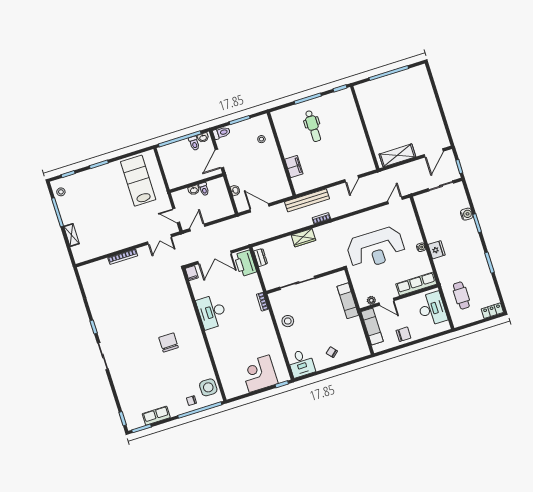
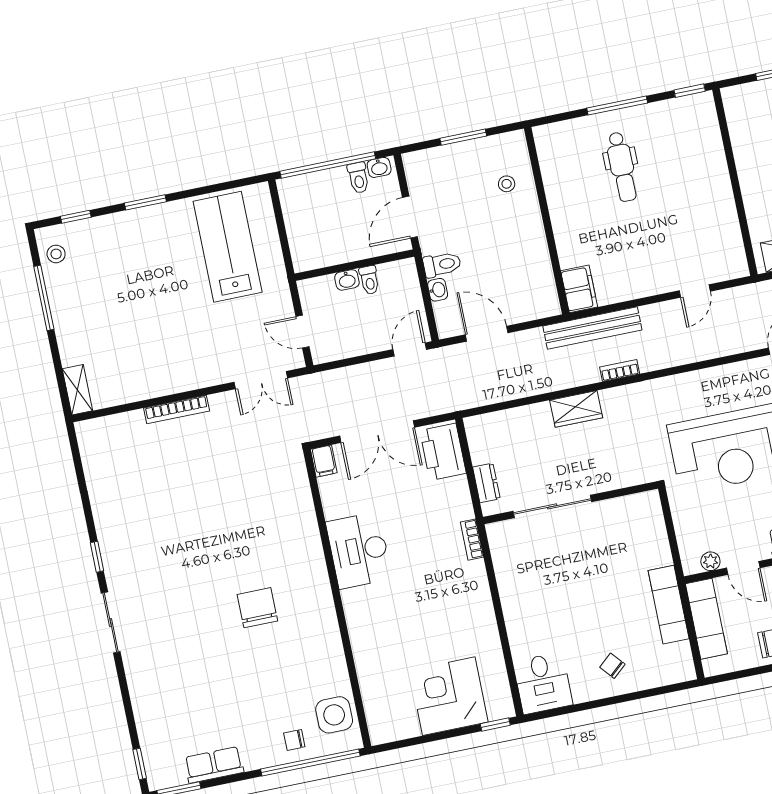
toilet: (222, 133) -> (442, 264), moved
filing cabinet: (294, 167) -> (579, 289), moved
door: (197, 227) -> (410, 349), moved
shelving: (72, 235) -> (77, 390), moved
dresser: (261, 257) -> (486, 483), moved
exam couch: (348, 301) -> (669, 605), moved
stool: (288, 321) -> (523, 588), removed

